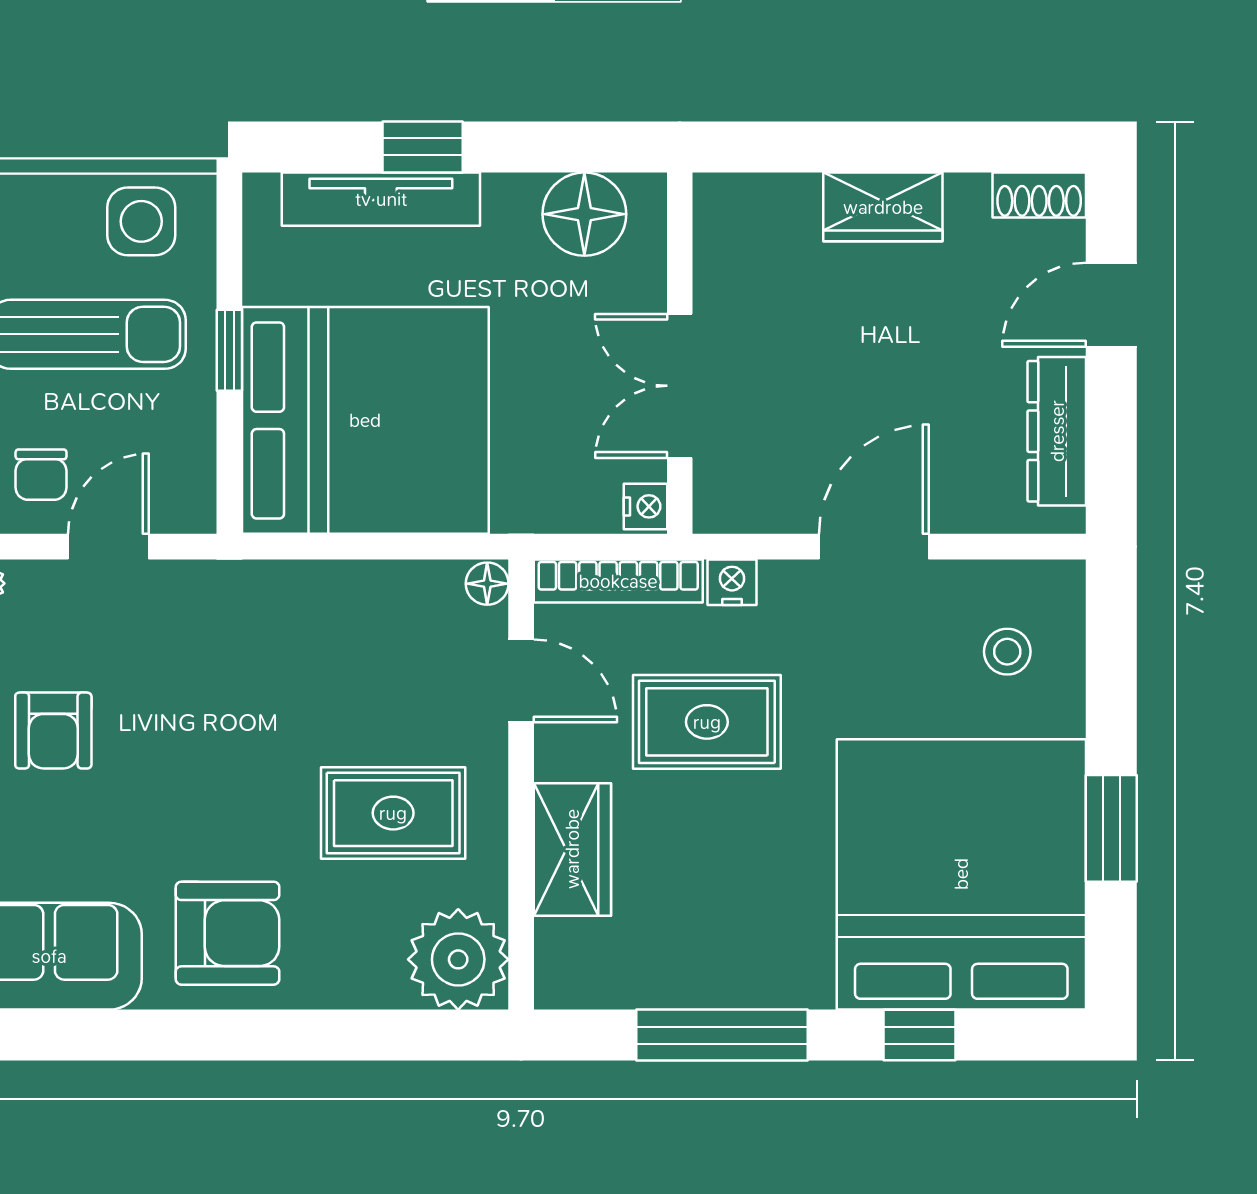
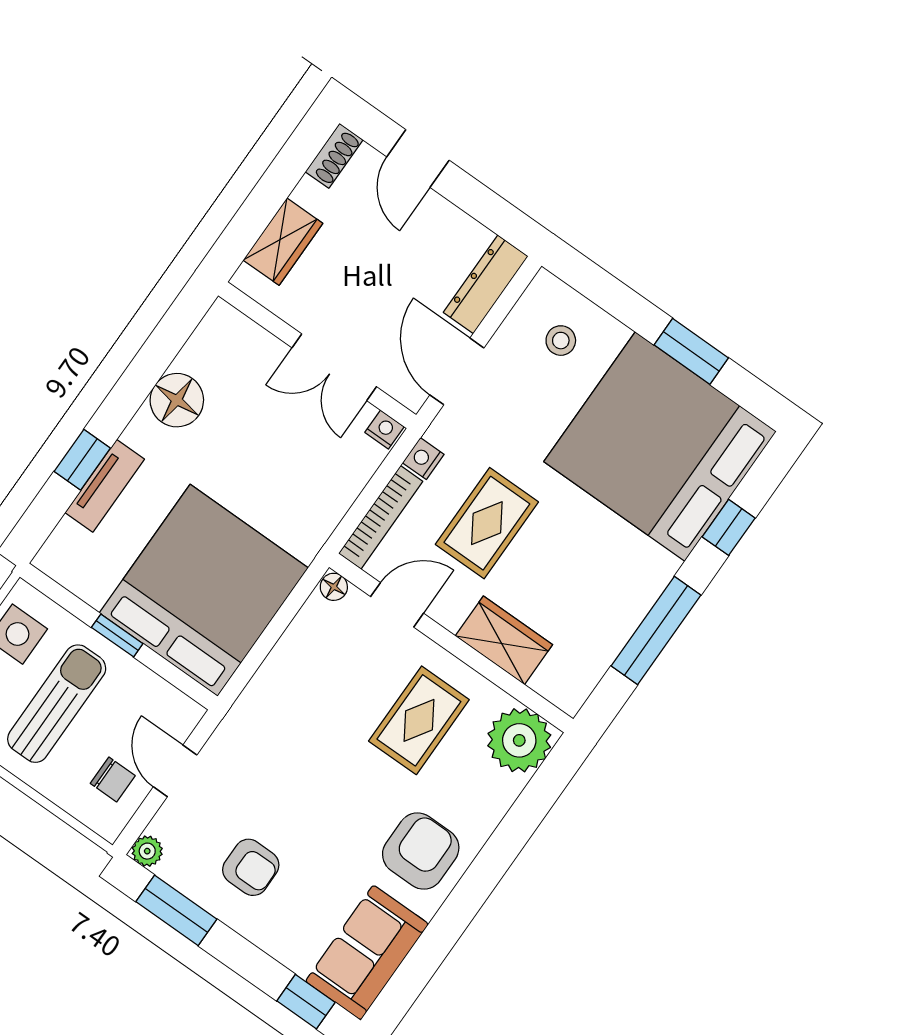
tv unit: (381, 199) -> (105, 486), width x0.71
wall: (680, 353) -> (317, 355), moved
double door: (680, 386) -> (334, 367), moved
dresser: (1057, 431) -> (486, 284), moved, turned 90
nightstand: (645, 506) -> (385, 429), moved

